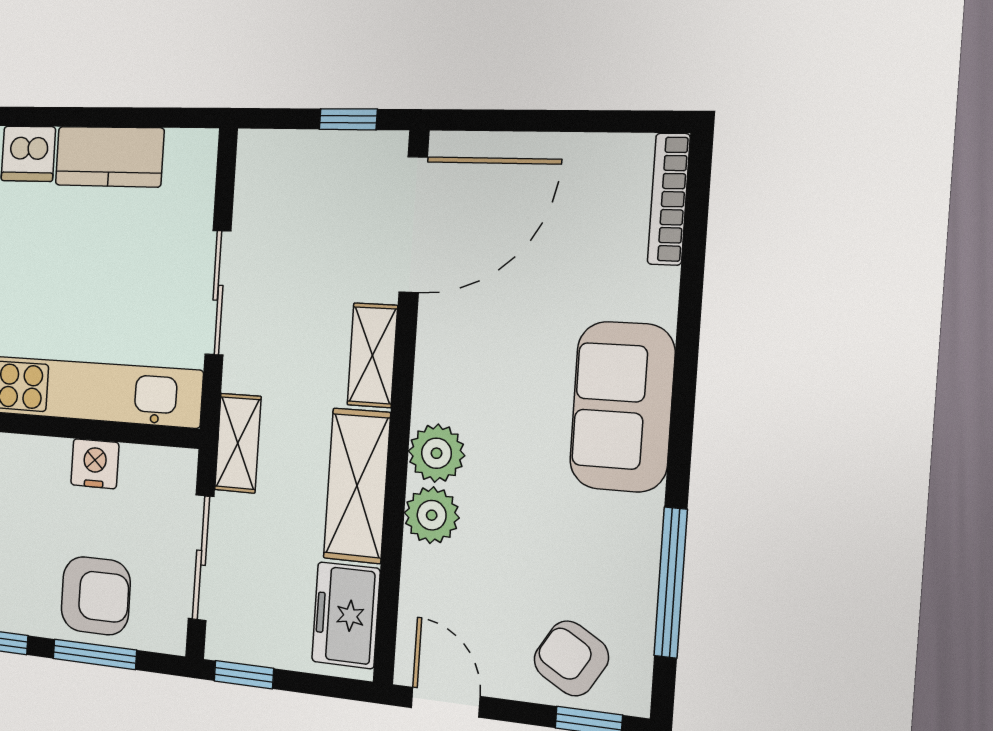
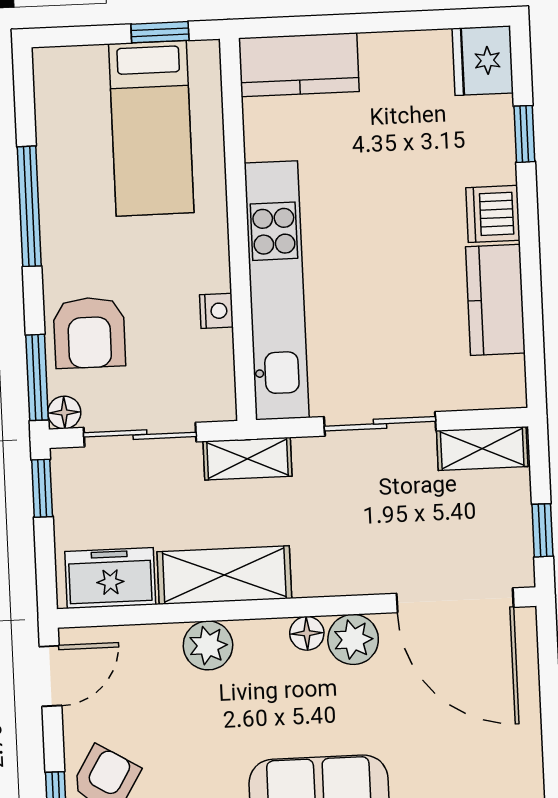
shelving: (372, 355) -> (482, 448), moved
floor lamp: (431, 399) -> (307, 633), added
plant: (436, 453) -> (353, 639), moved
nightstand: (95, 464) -> (216, 311), width x0.72, depth x0.74
floor lamp: (170, 636) -> (64, 412), added
window: (95, 654) -> (37, 377), moved

